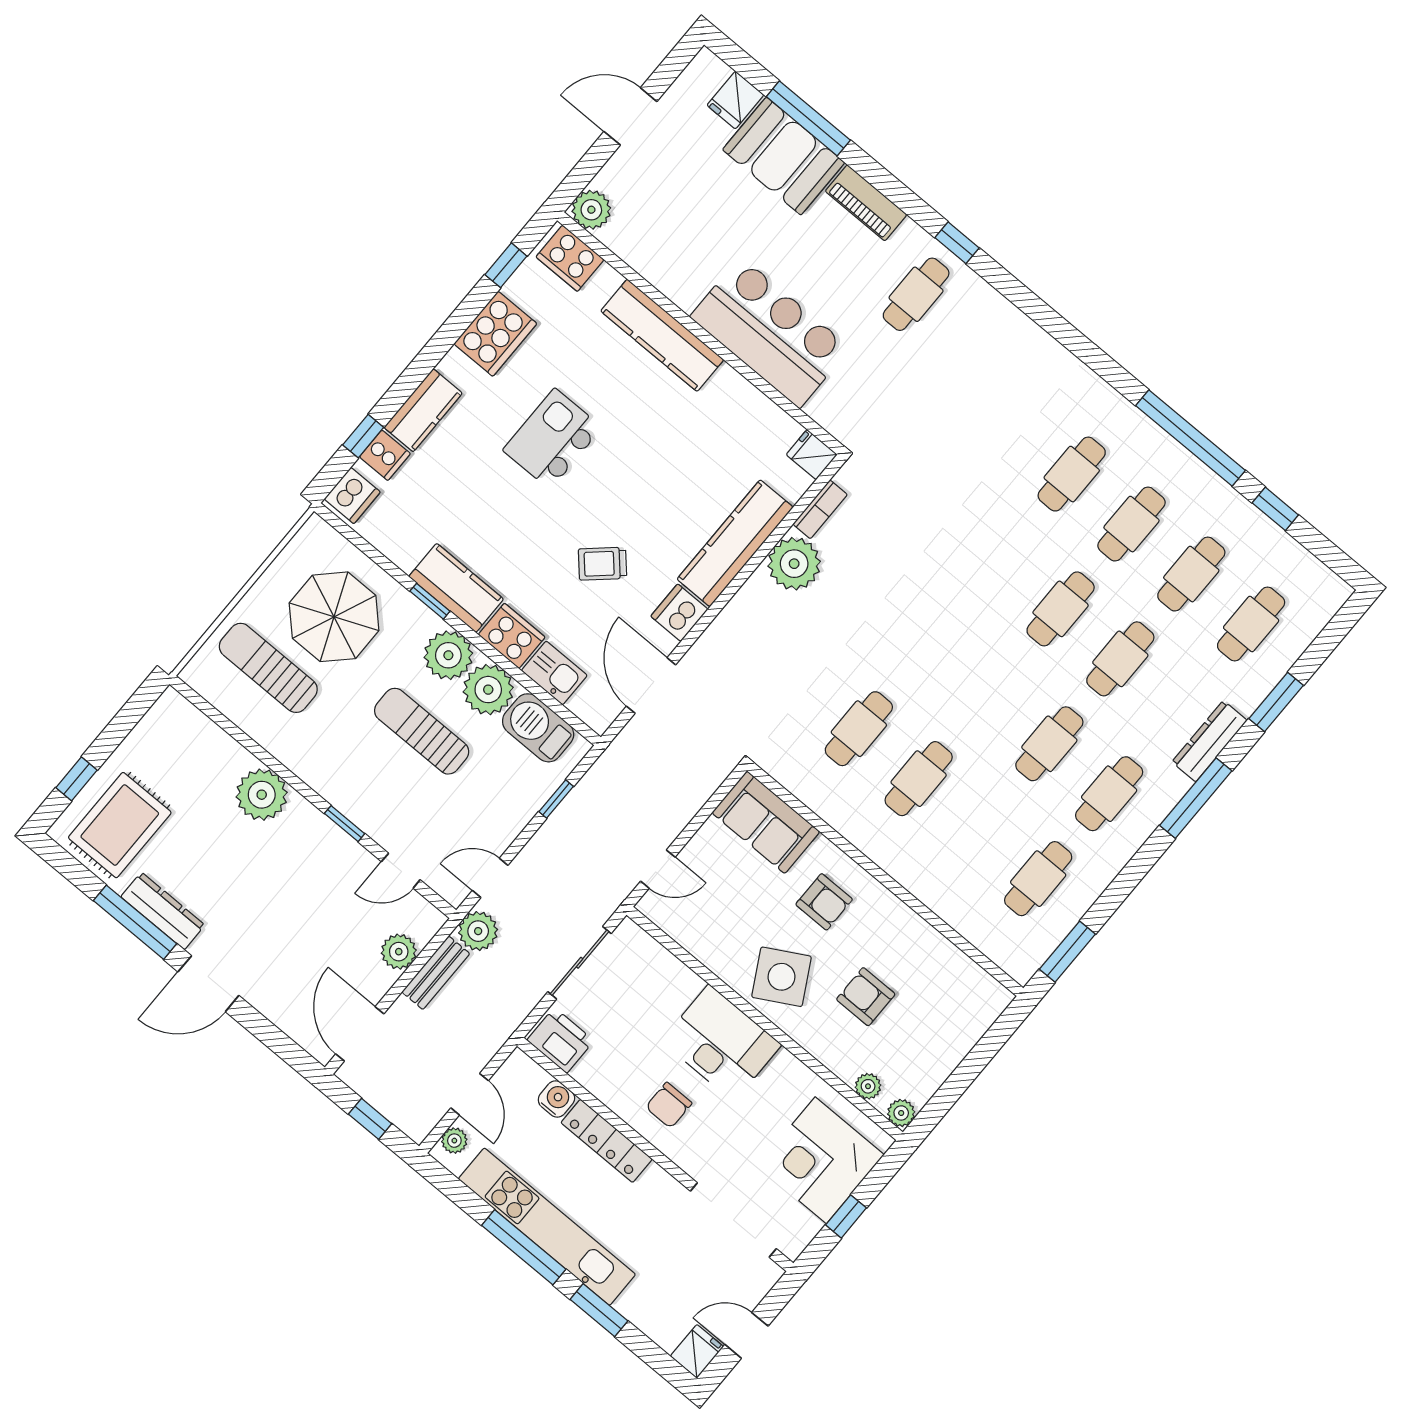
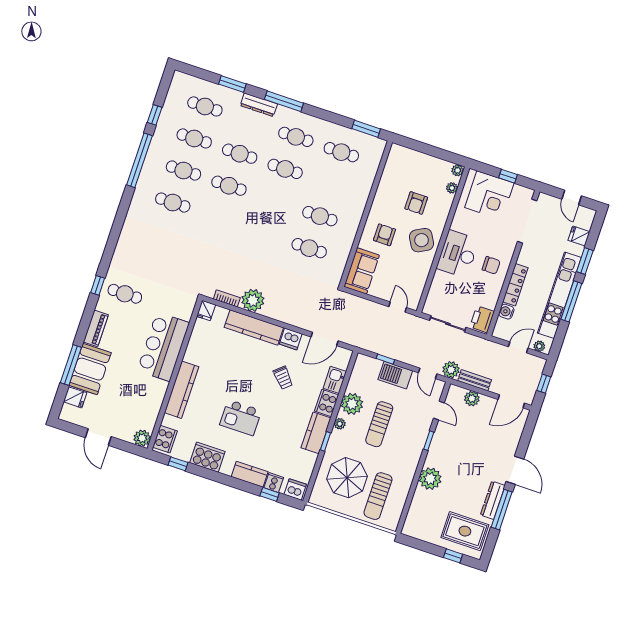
plant: (448, 655) -> (340, 424), width x0.53, depth x0.53
barbecue: (538, 728) -> (395, 375), moved, turned 90
fridge: (697, 1351) -> (579, 236), moved

